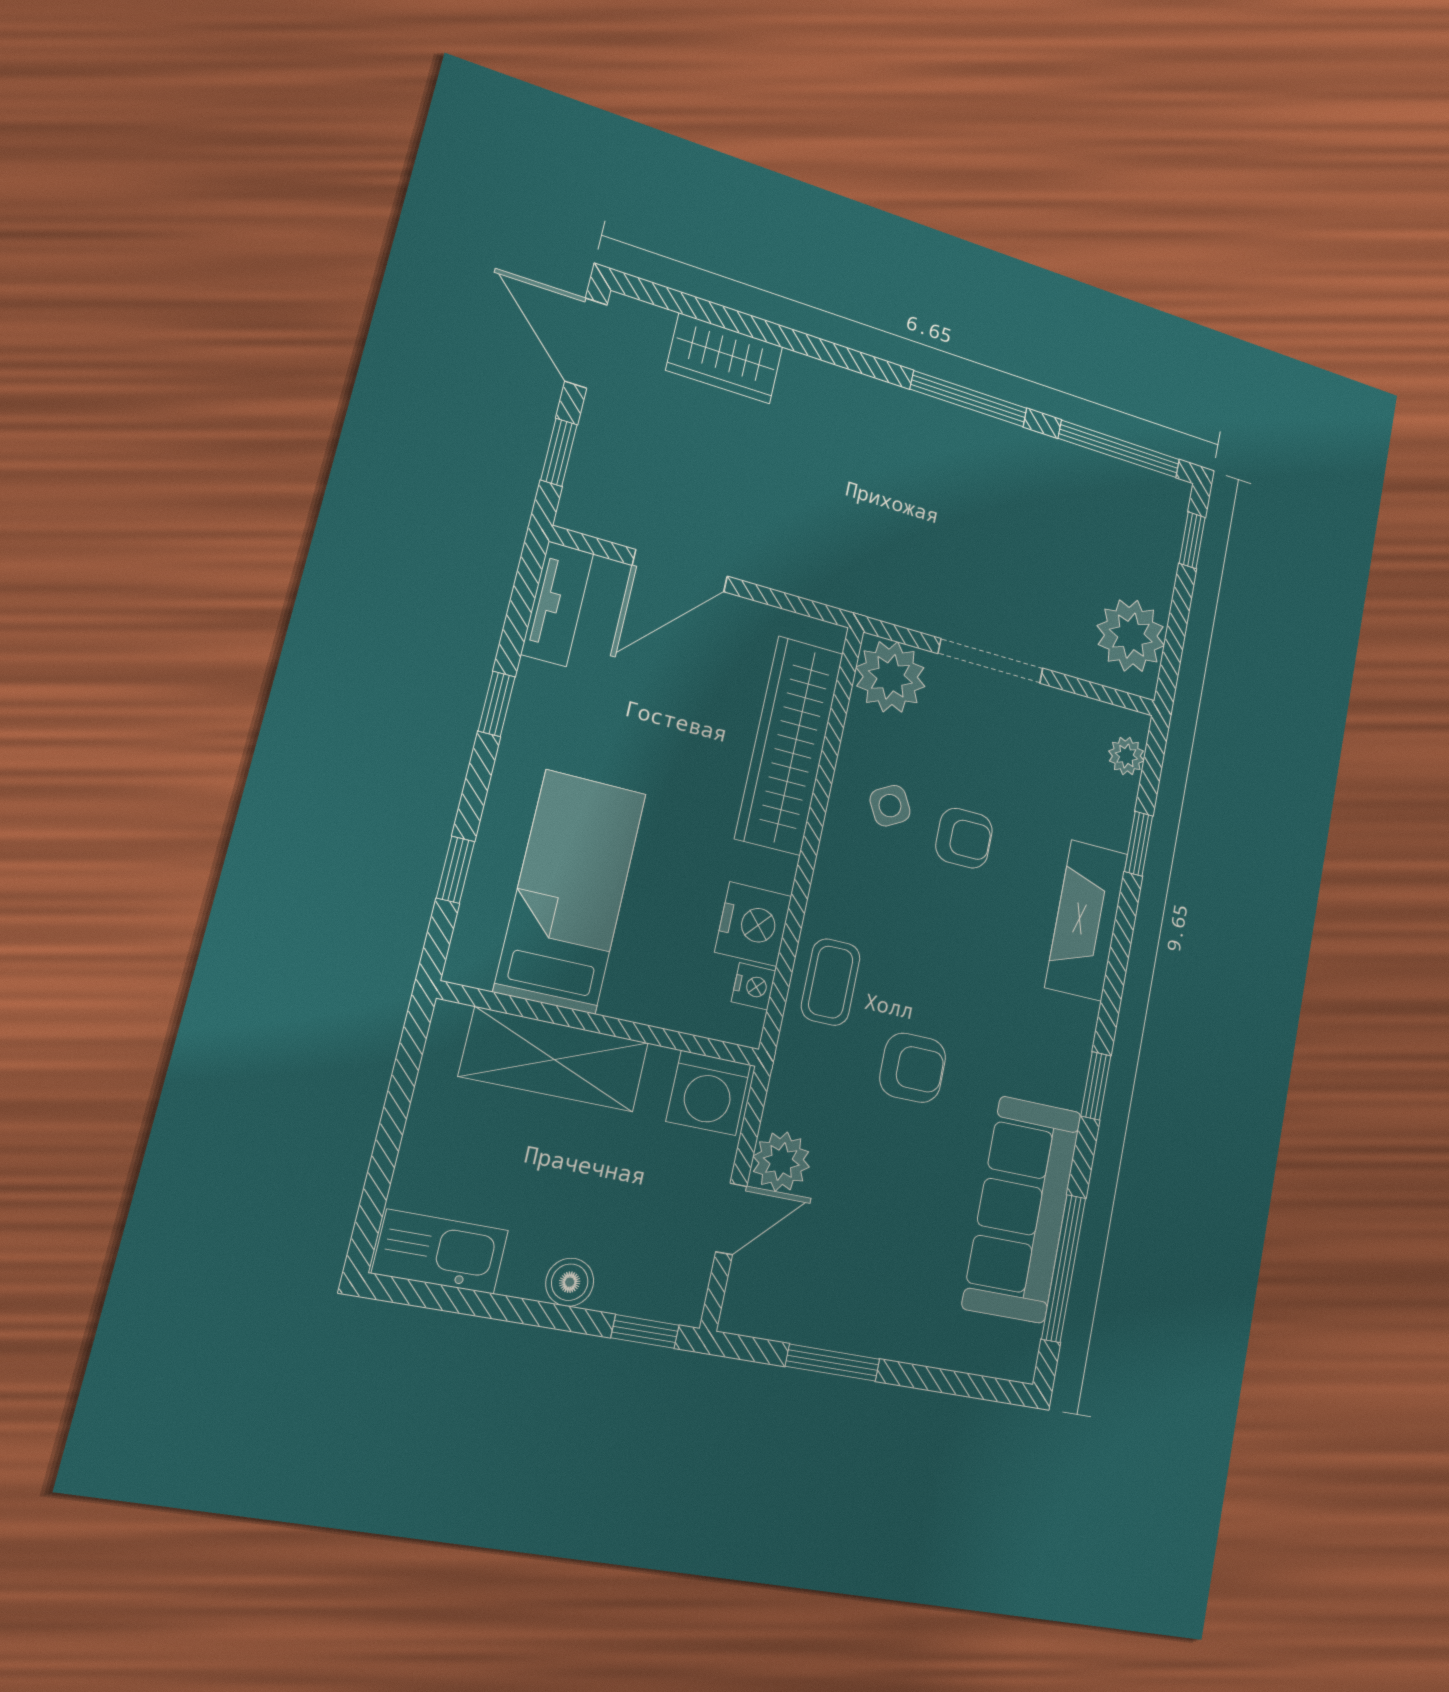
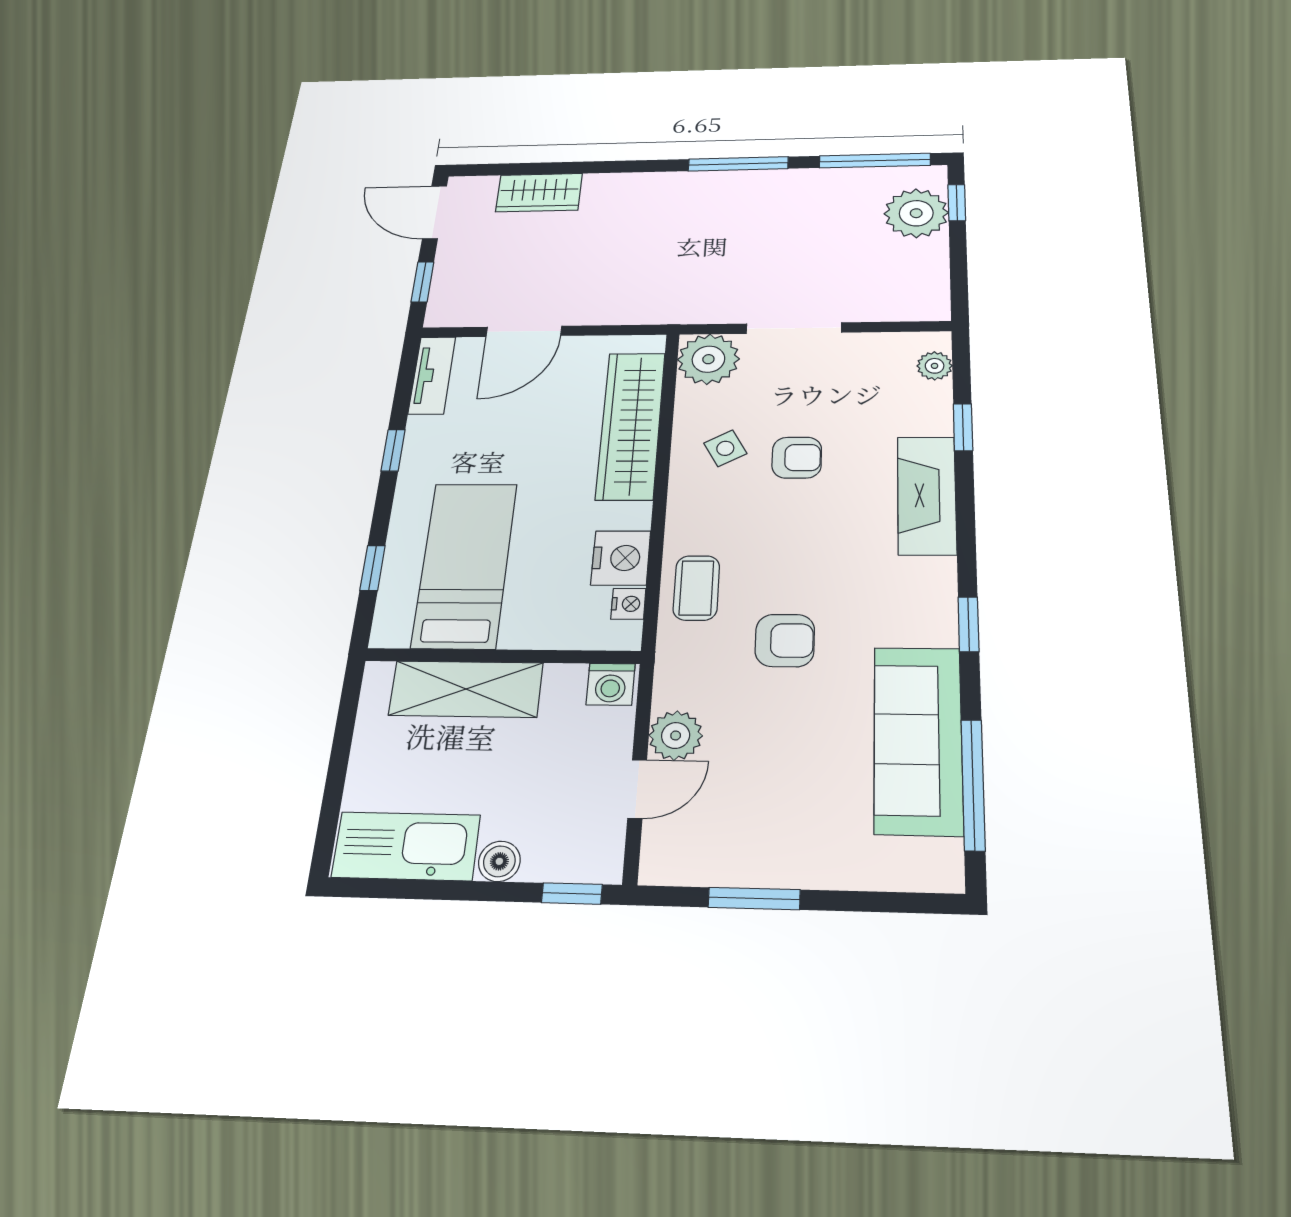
plant: (1131, 636) -> (916, 213), moved
washing machine: (708, 1093) -> (611, 684), width x0.73, depth x0.73
kitchen sink: (440, 1252) -> (406, 846), width x1.36, depth x1.24

